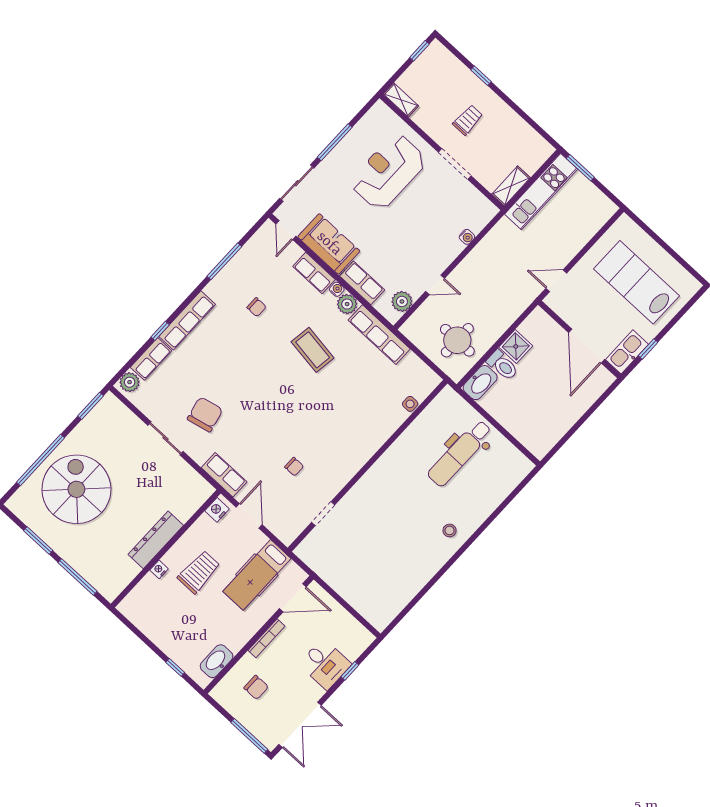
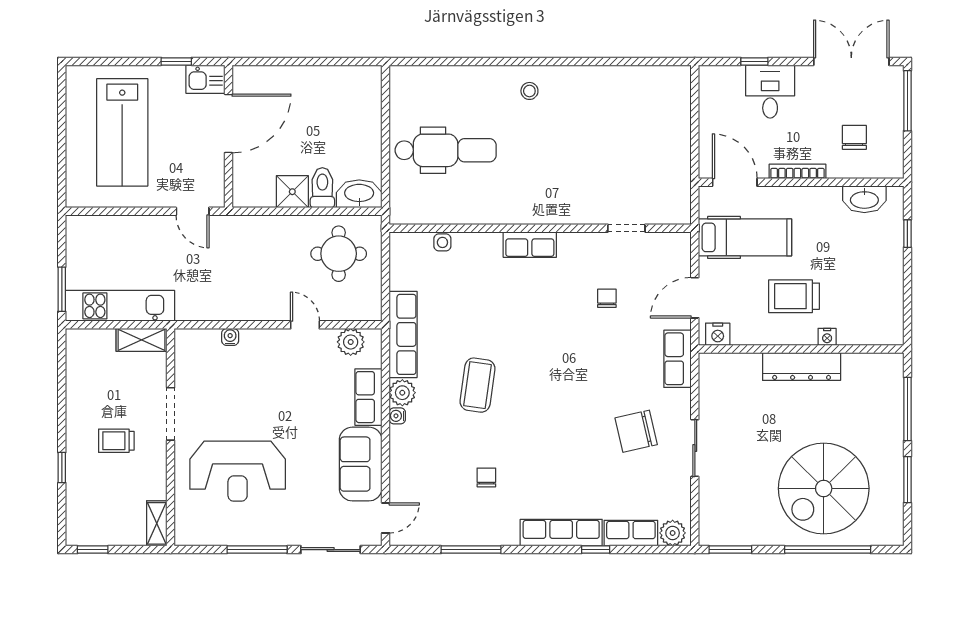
row of seats: (314, 273) -> (530, 245), moved, turned 90
kitchen sink: (627, 352) -> (205, 79), width x0.73

